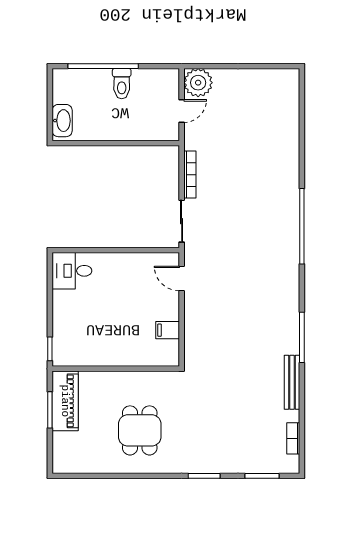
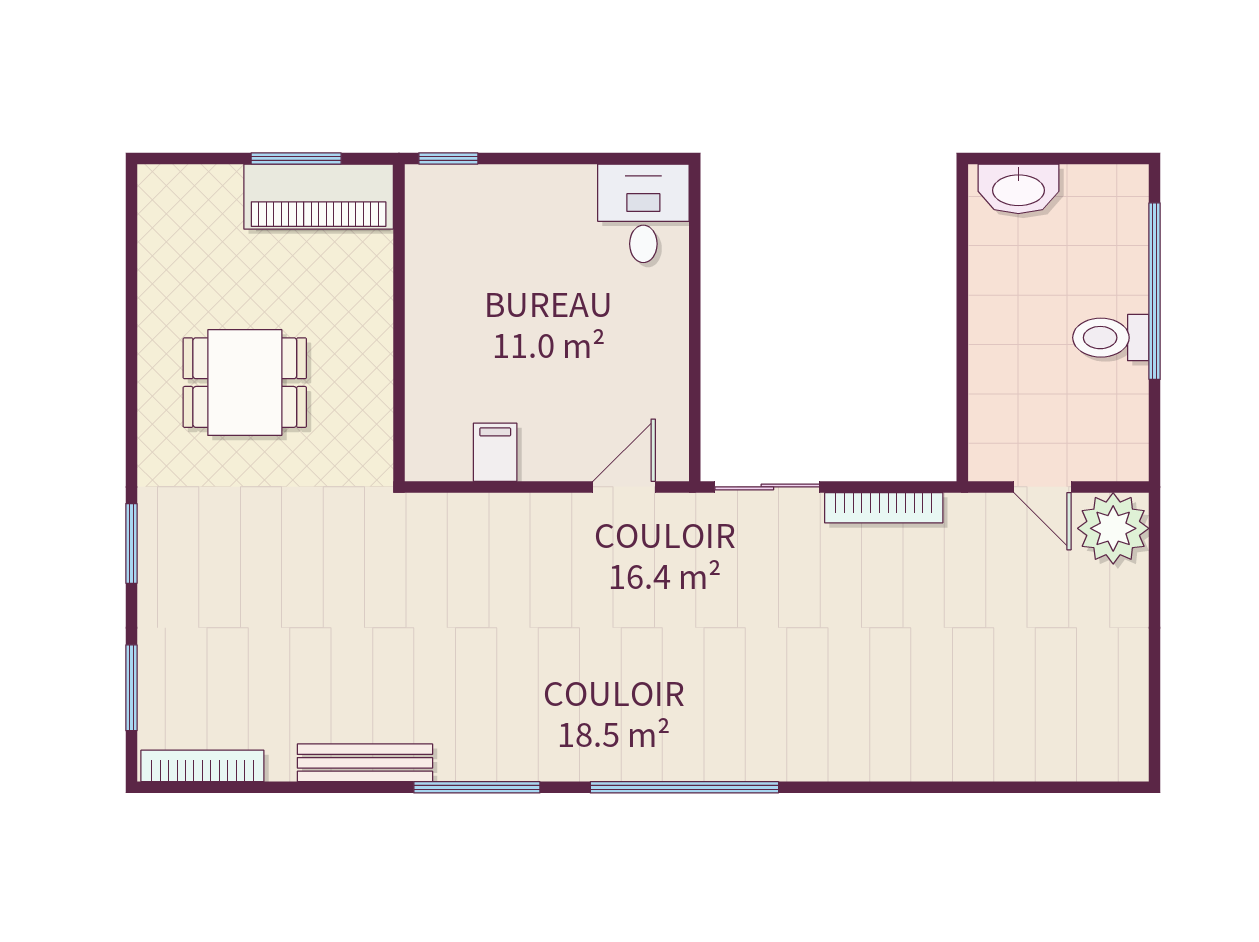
window: (302, 226) -> (684, 787), moved
bookcase: (293, 438) -> (202, 766), width x1.56

